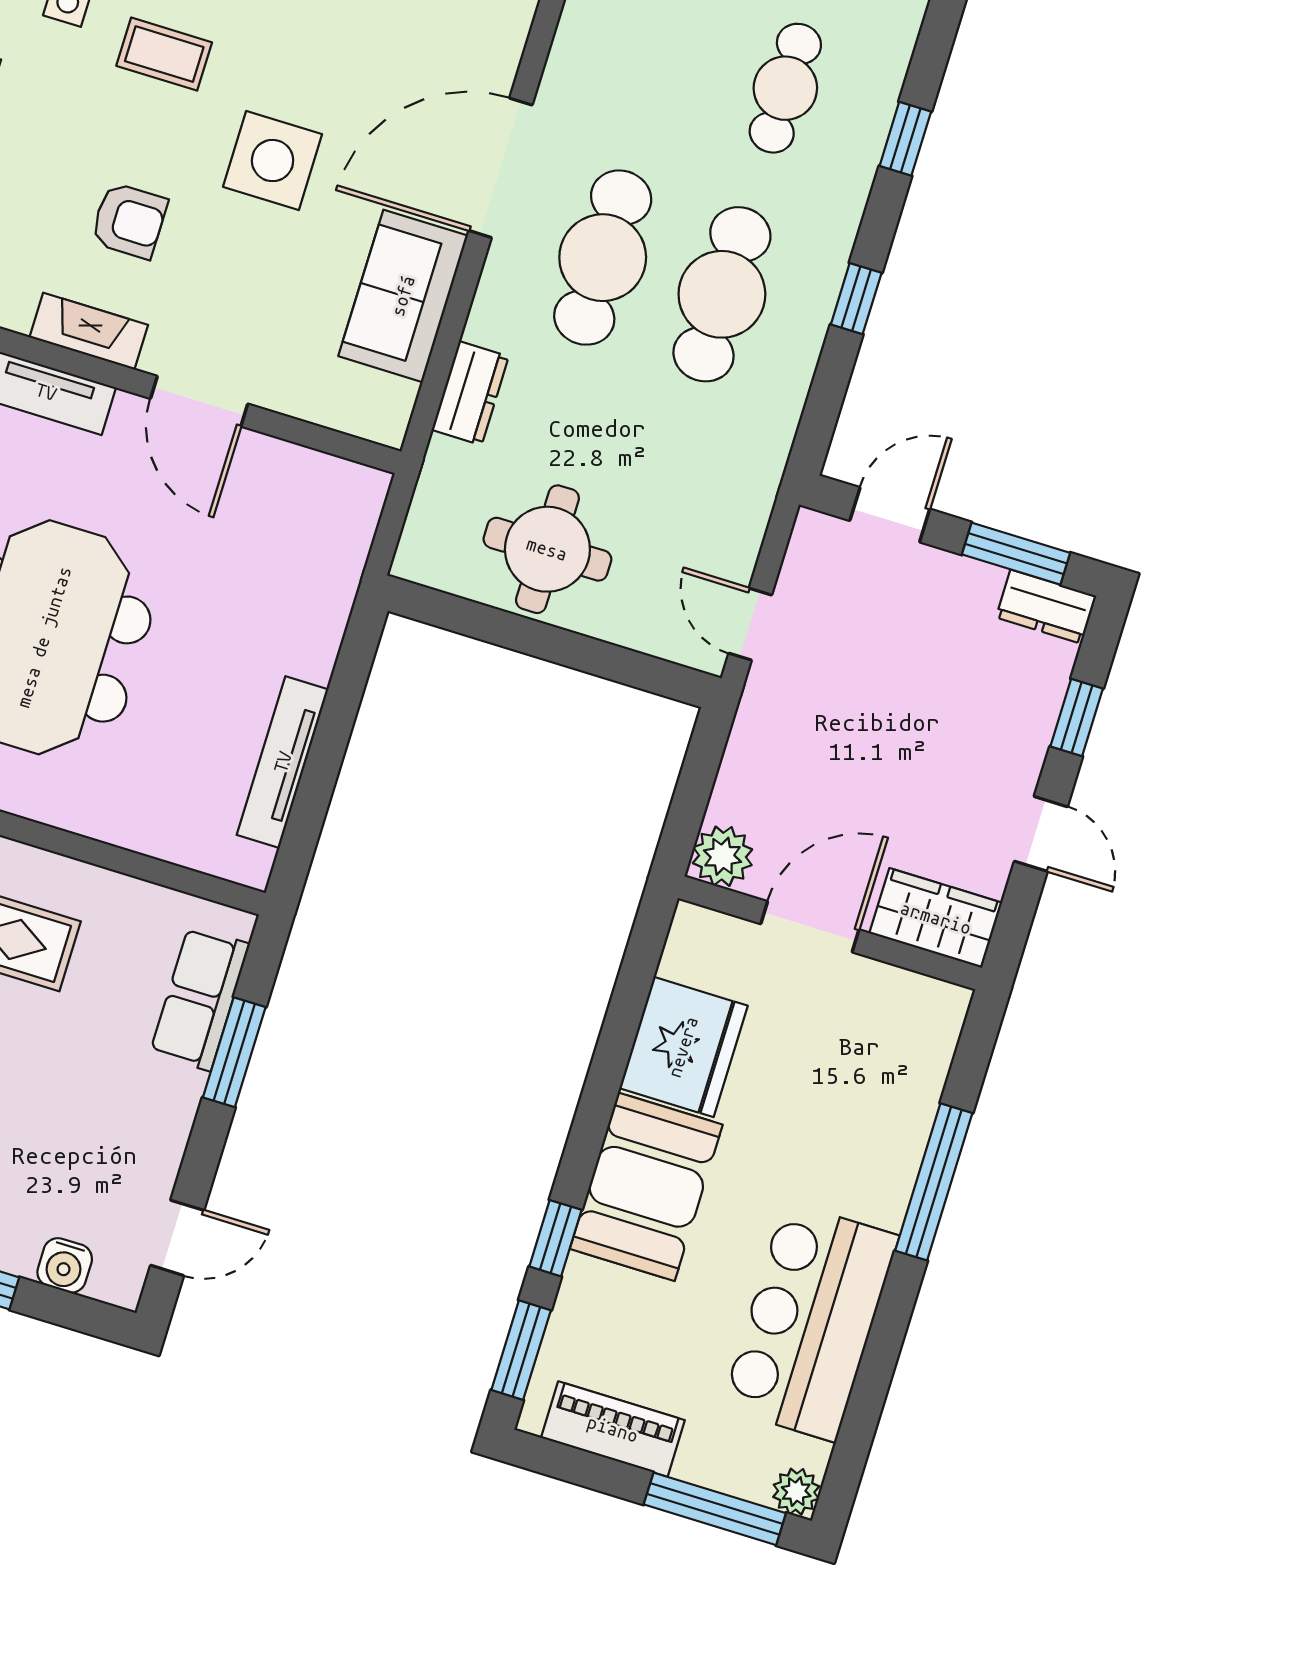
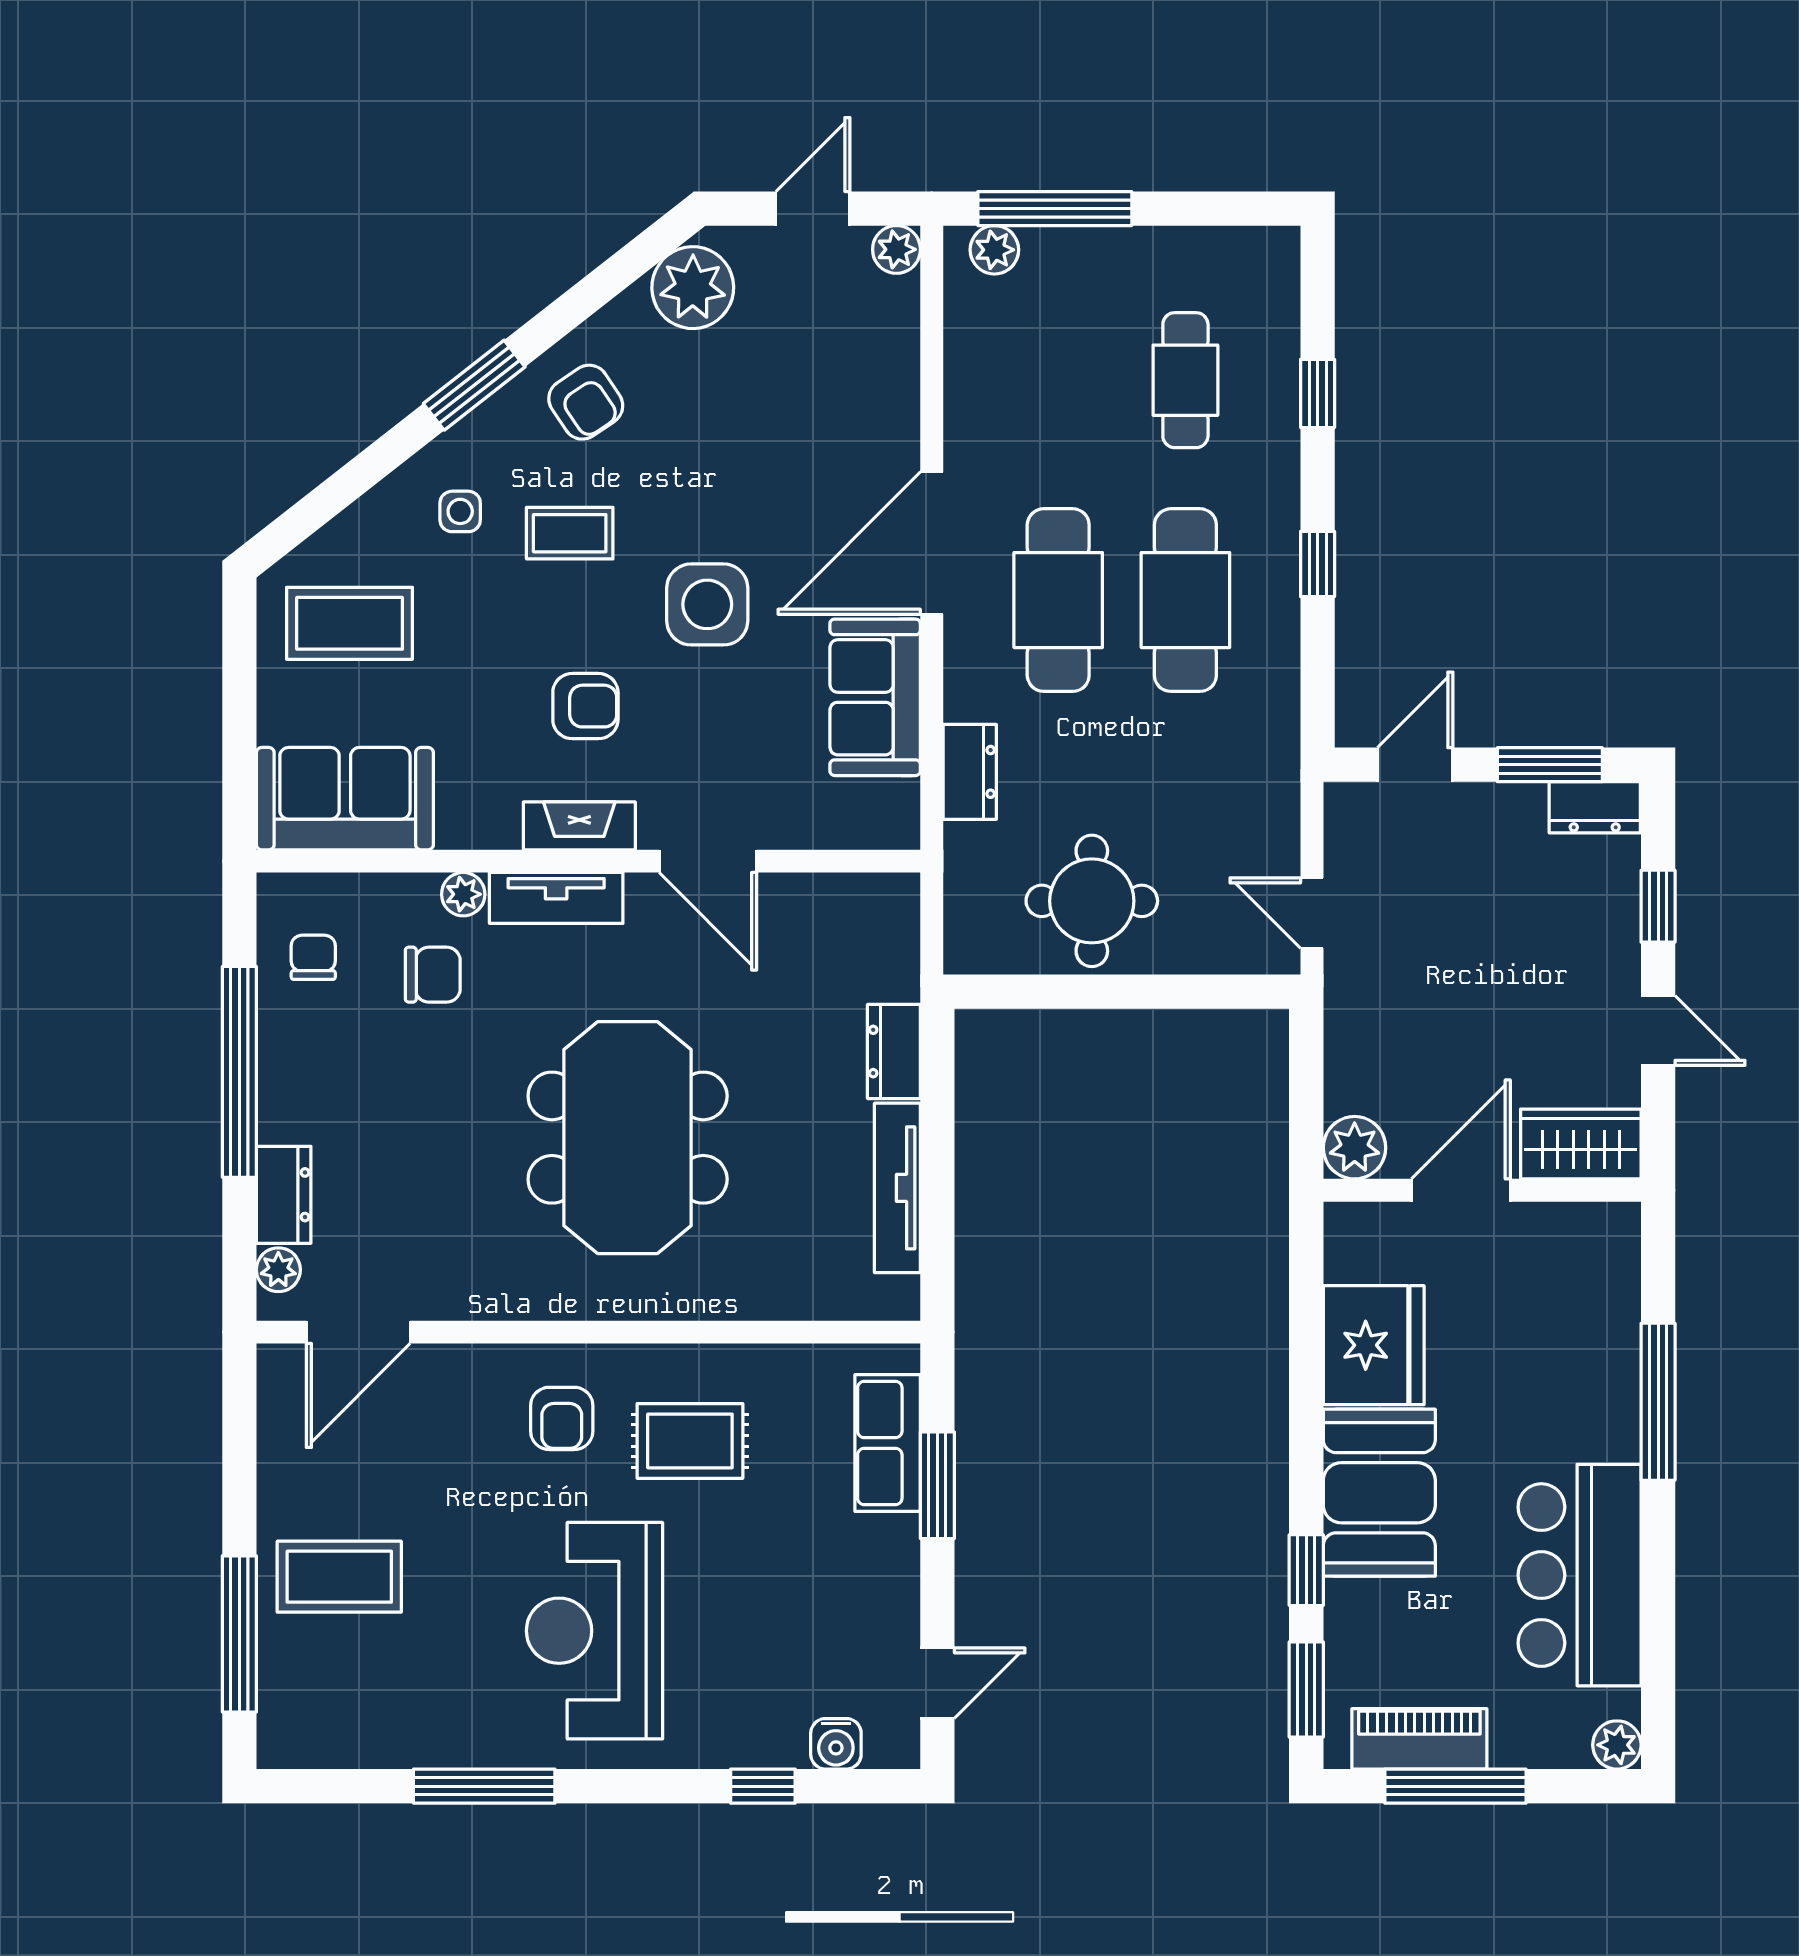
dresser: (319, 633) -> (894, 1051), added
window: (715, 1509) -> (1455, 1786), moved

